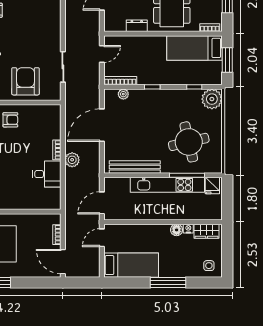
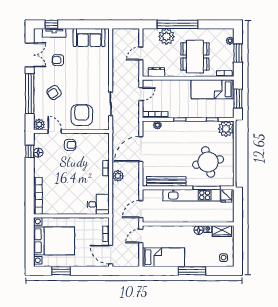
dresser: (137, 26) -> (156, 72), moved
desk: (47, 174) -> (98, 204), moved

